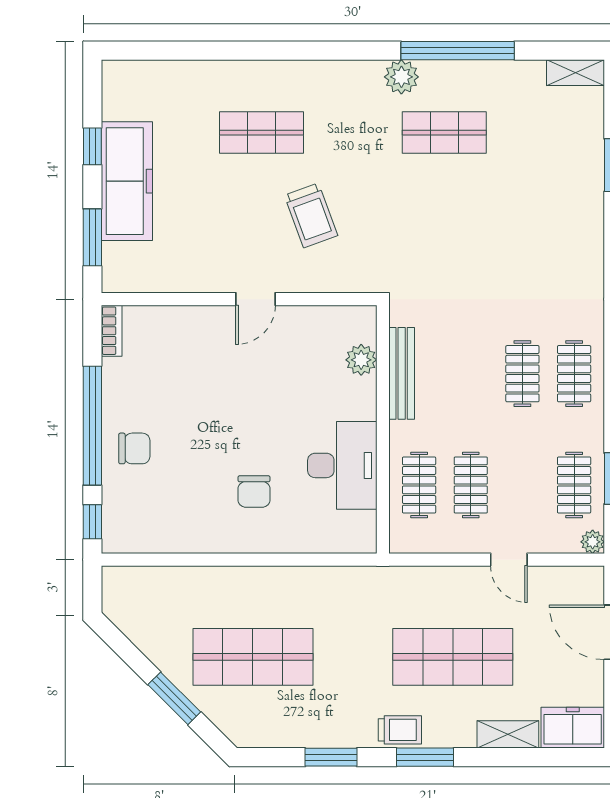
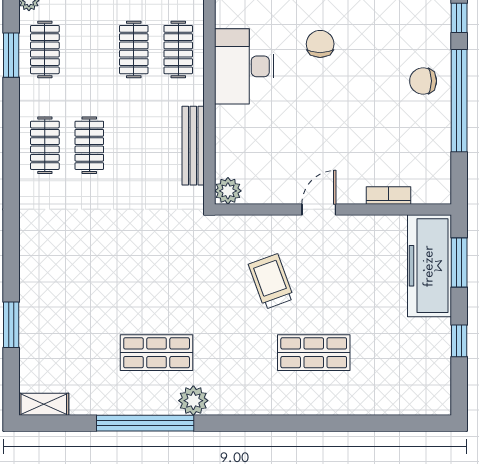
freezer: (127, 181) -> (429, 266), moved
bookcase: (112, 331) -> (389, 195), moved, turned 90
plant: (361, 360) -> (228, 191), moved

